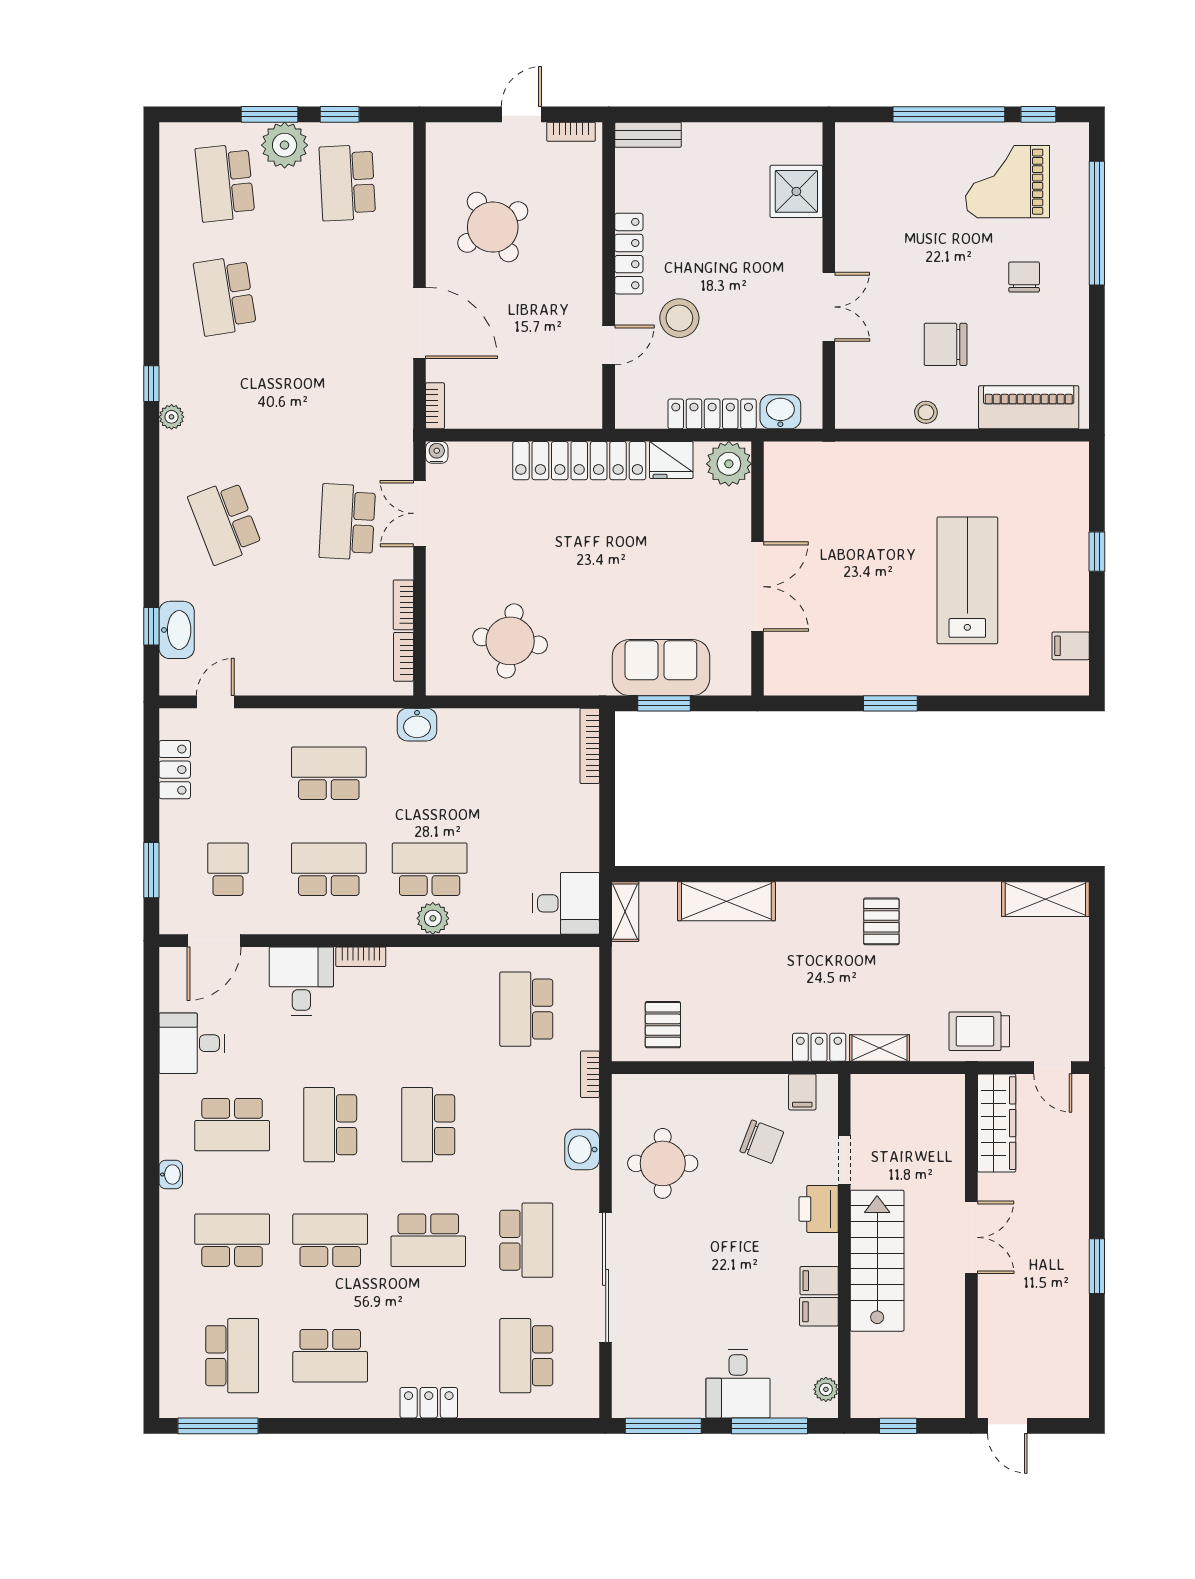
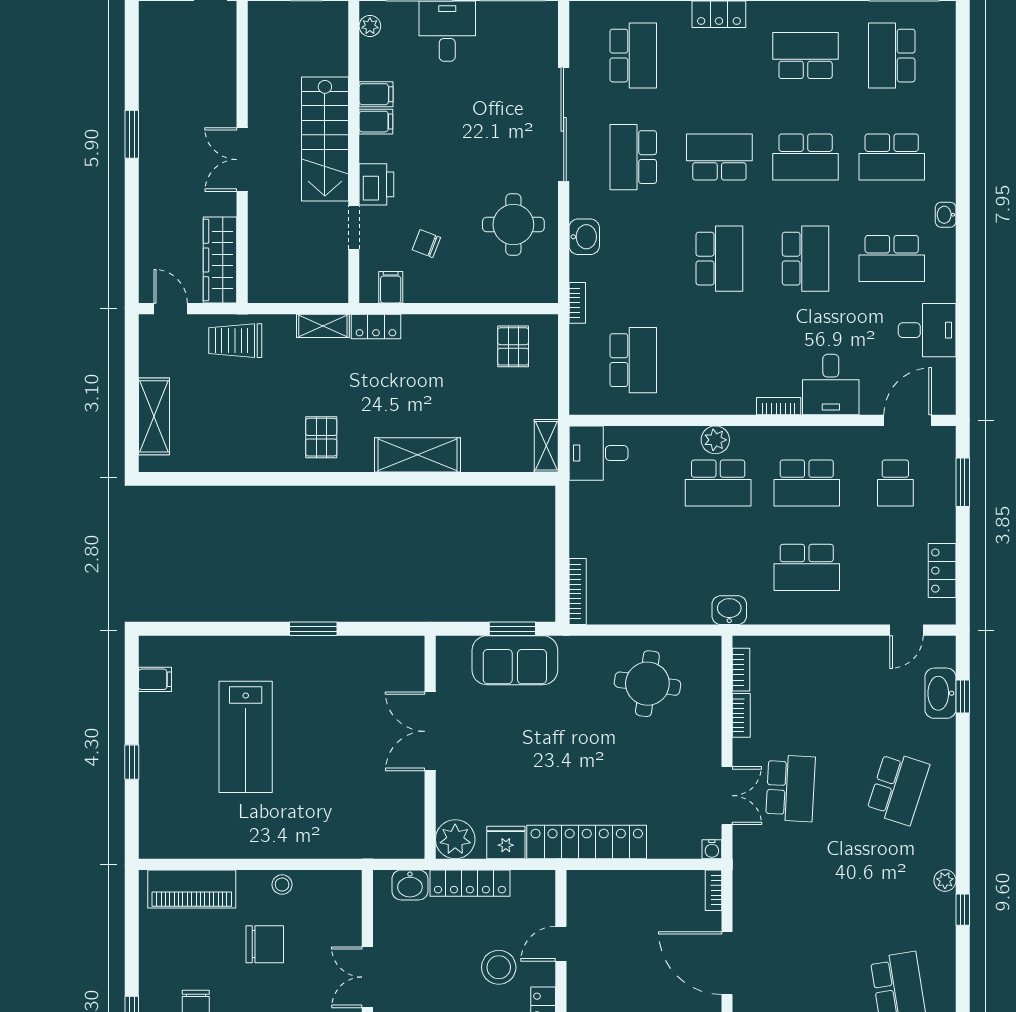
school desk: (225, 522) -> (898, 788), turned 39
shelving: (1045, 899) -> (154, 416), moved, turned 90
shelving: (726, 901) -> (418, 455), moved
trolley: (979, 1031) -> (235, 341), turned 180
school desk: (232, 1125) -> (892, 259), turned 180
chair: (762, 1142) -> (426, 244), width x0.73, depth x0.73

